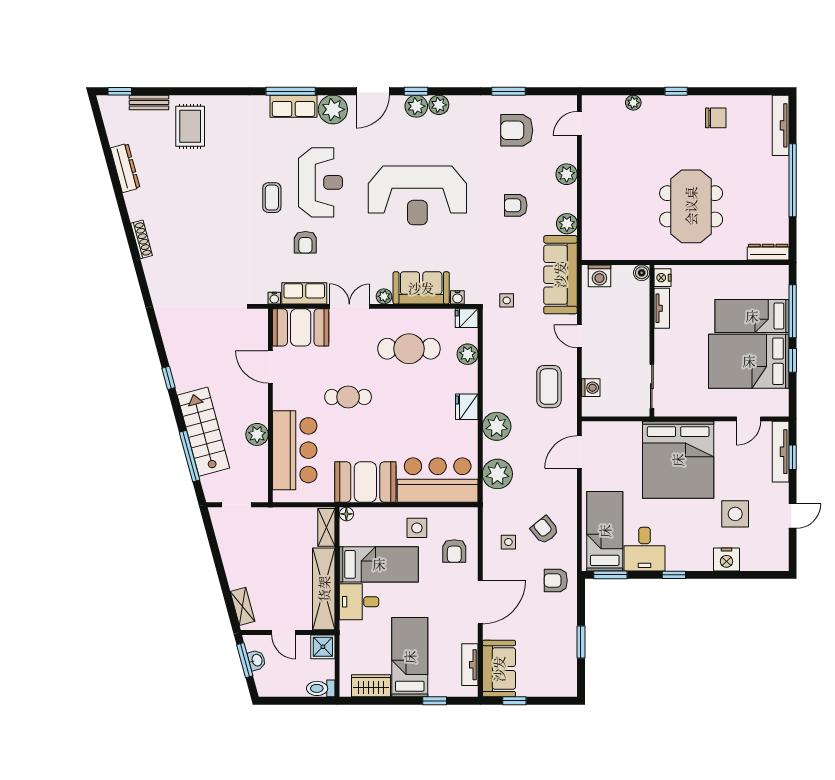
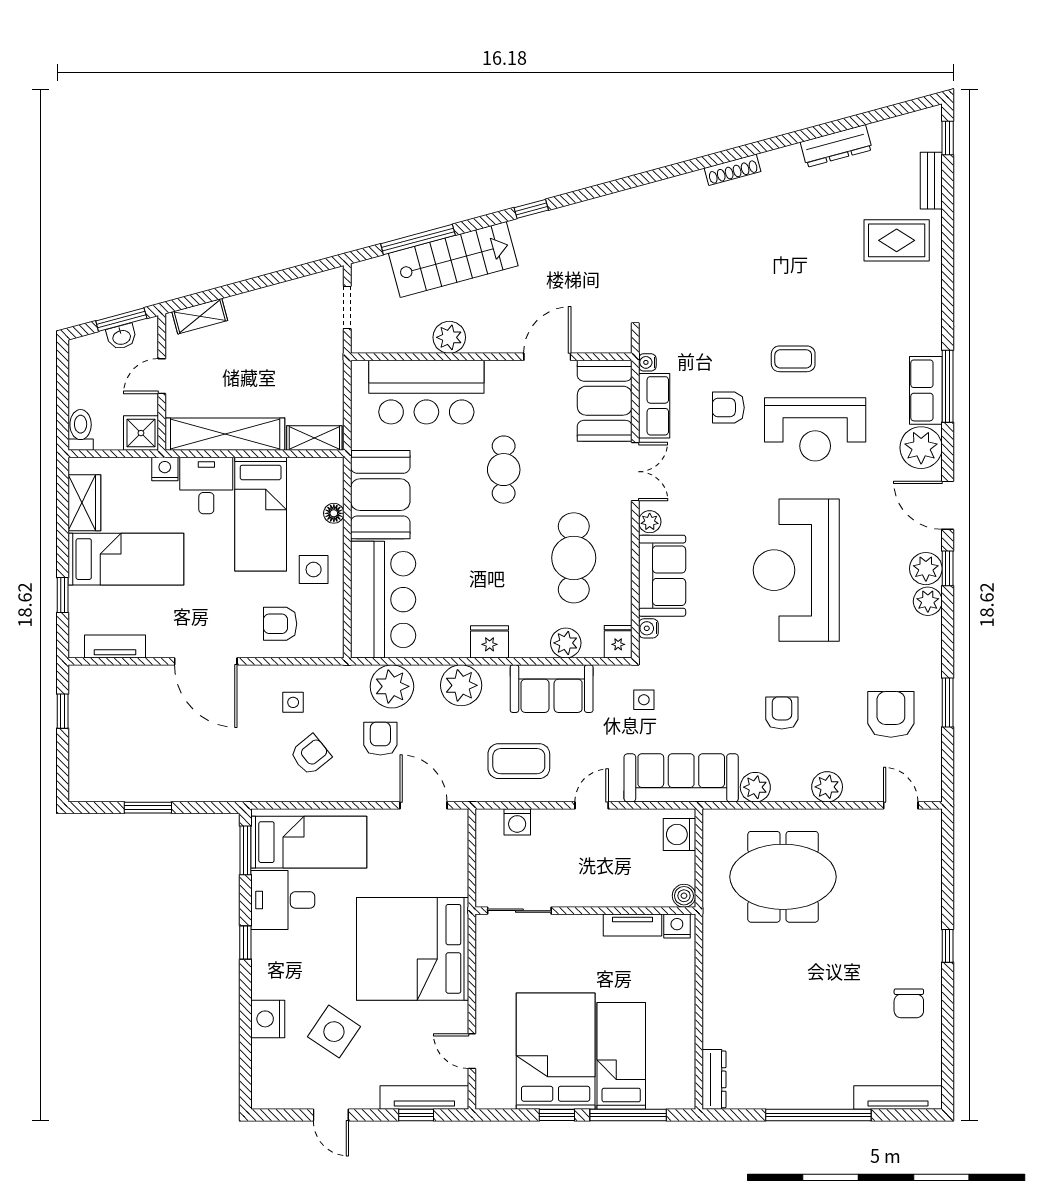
plant: (633, 103) -> (931, 884), removed
meeting table: (691, 206) -> (783, 877), moved
floor lamp: (346, 514) -> (334, 513), moved
side table: (735, 514) -> (334, 1032), turned 34
armchair: (556, 580) -> (380, 739), moved
nightstand: (348, 630) -> (165, 469), added
sofa: (499, 669) -> (552, 689), moved

